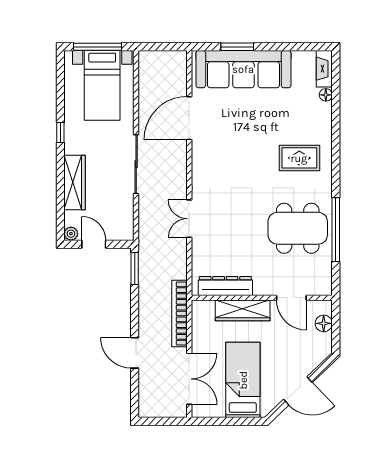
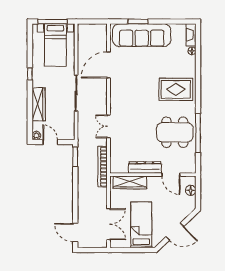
rug: (299, 158) -> (176, 89), width x1.36, depth x1.43
dresser: (225, 286) -> (145, 168), moved
wardrobe: (243, 310) -> (130, 182), moved
bookcase: (179, 314) -> (103, 167), moved
door: (135, 353) -> (75, 233), moved

